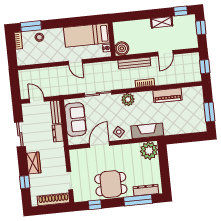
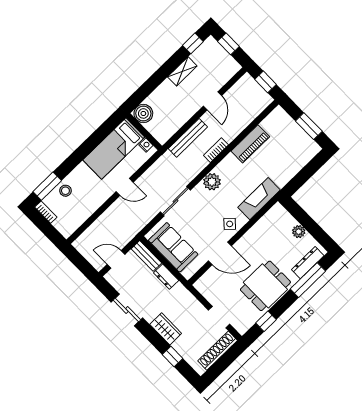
boiler: (122, 48) -> (143, 113), moved
door: (100, 144) -> (220, 253), swing flipped
plant: (149, 151) -> (299, 232), moved, width x0.53, depth x0.53

